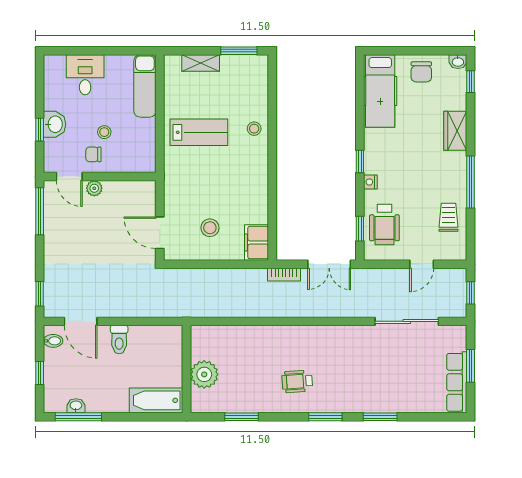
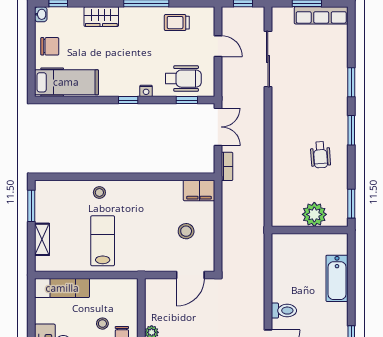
wall: (186, 369) -> (310, 230), moved
plant: (204, 374) -> (314, 214), moved

